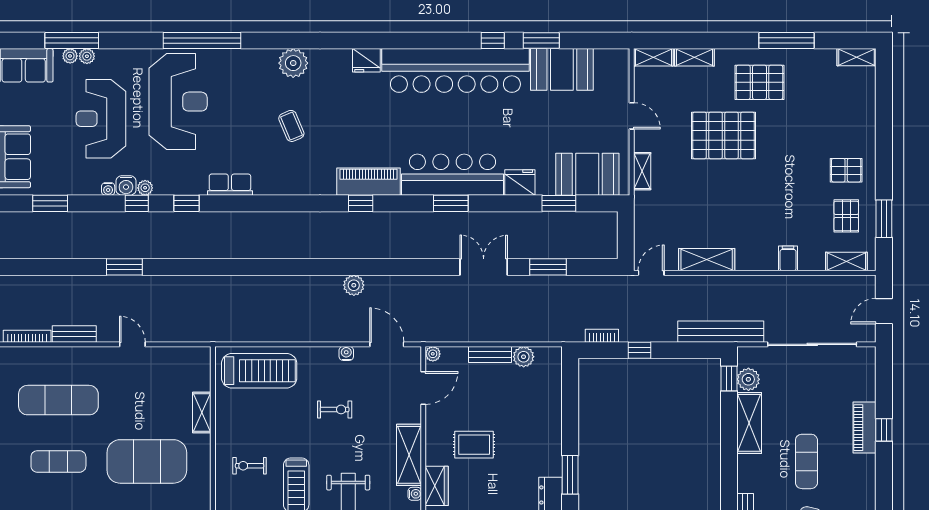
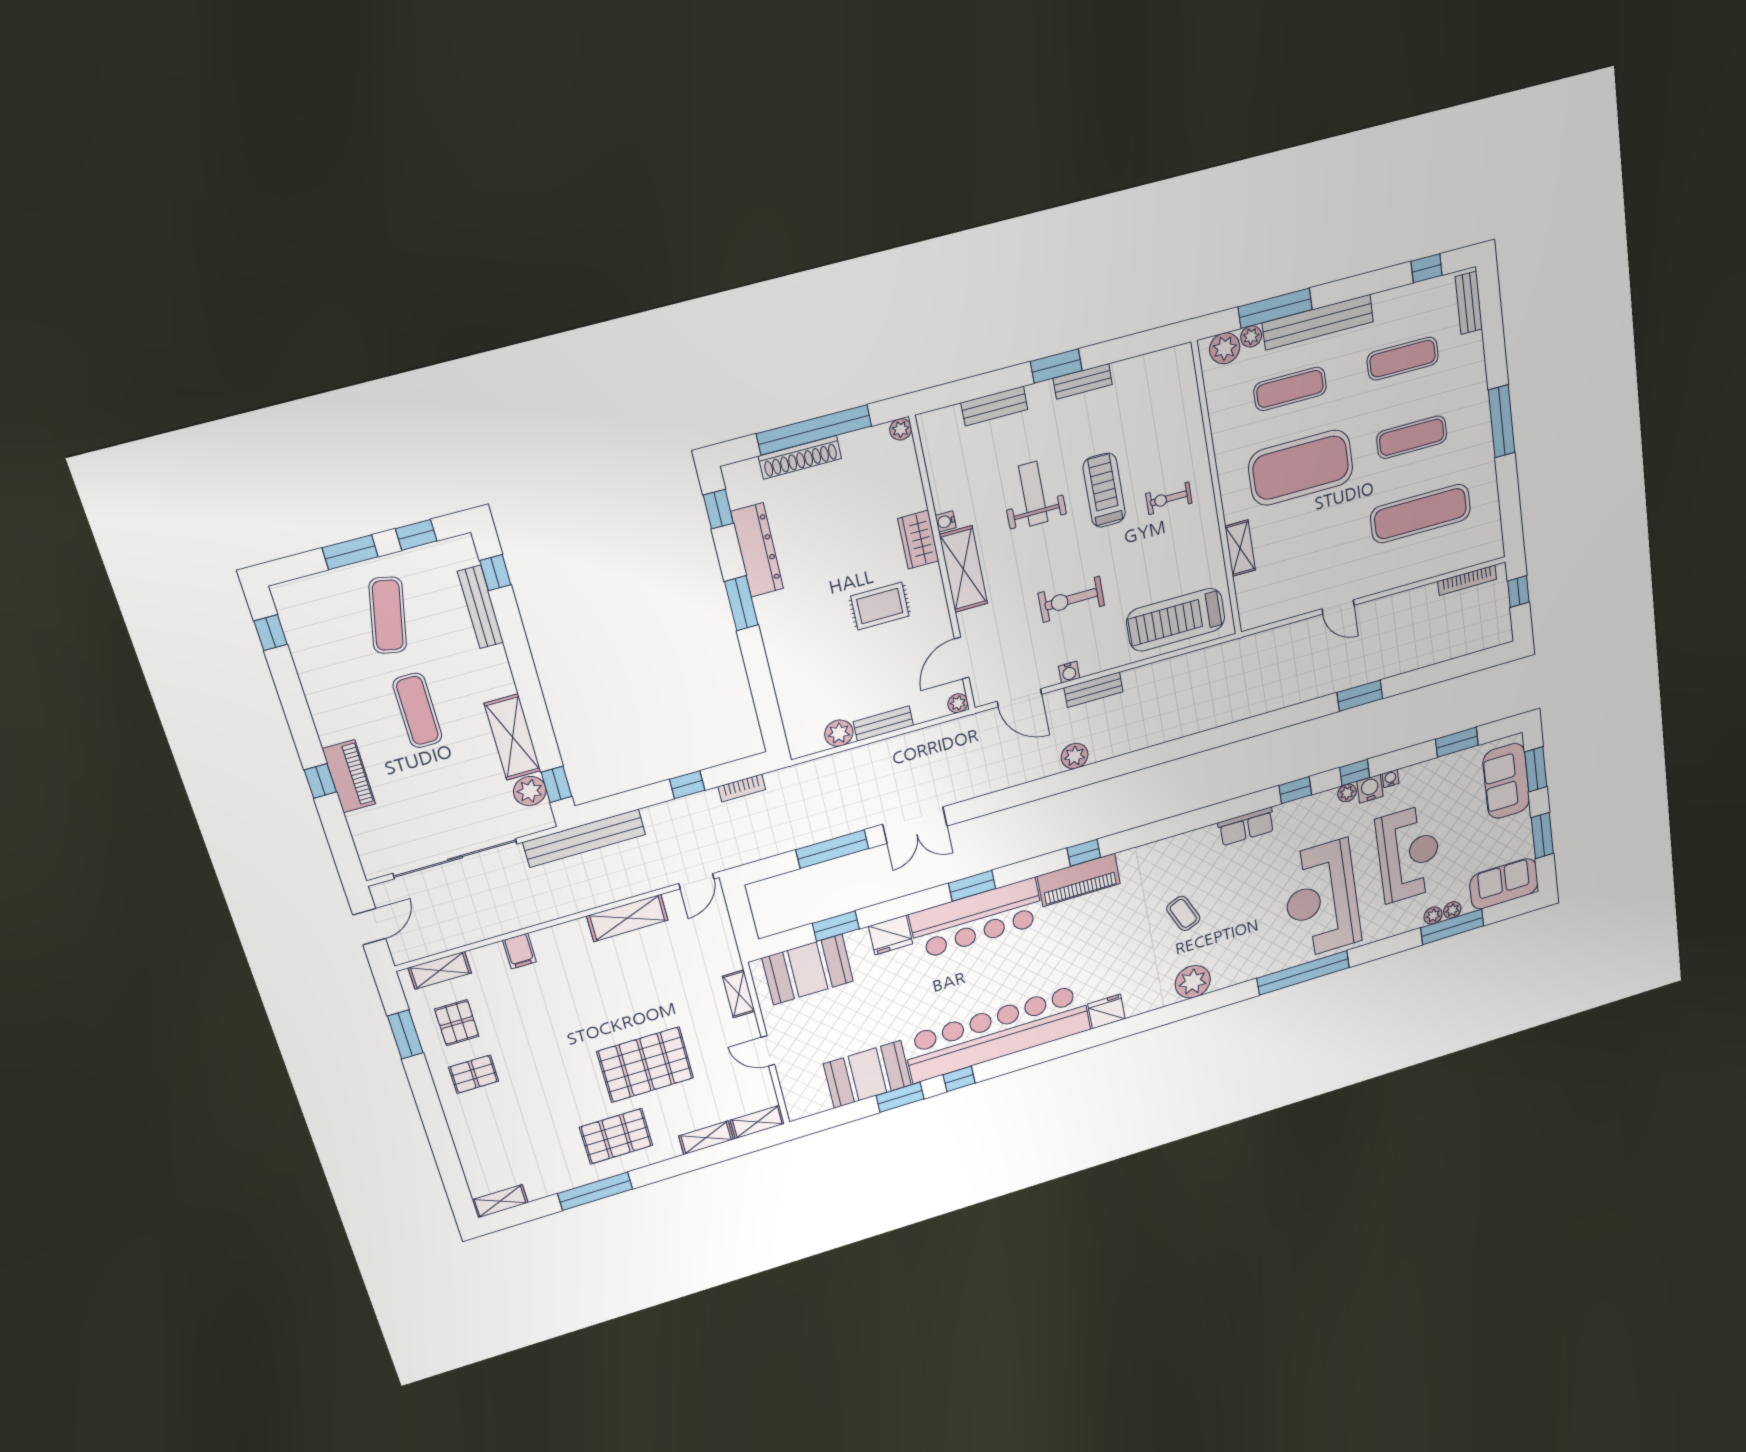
window: (548, 267) -> (832, 849), width x1.44
bench: (74, 334) -> (1093, 690), moved
exercise bike: (335, 409) -> (1071, 599), width x1.38, depth x1.39
exercise bike: (249, 466) -> (1169, 498), turned 180

